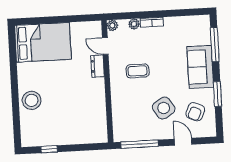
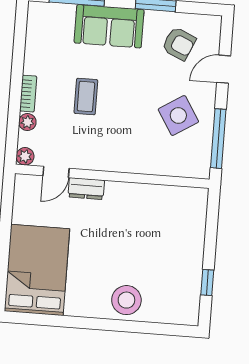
coffee table: (138, 71) -> (86, 97), moved
side table: (164, 108) -> (178, 116), moved

